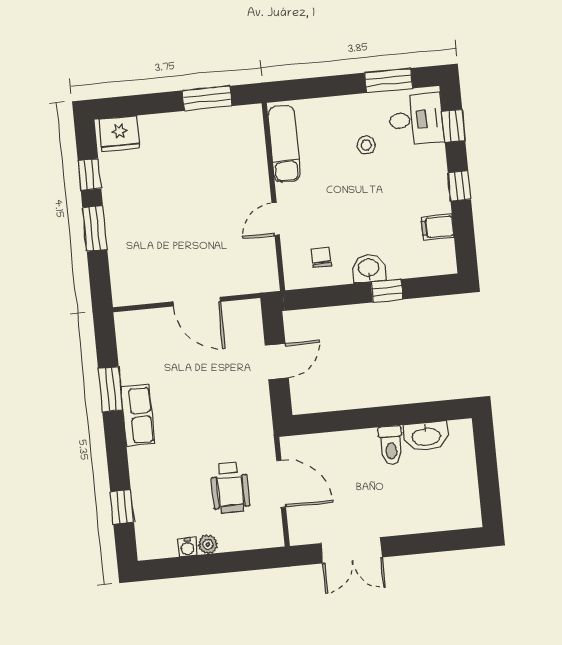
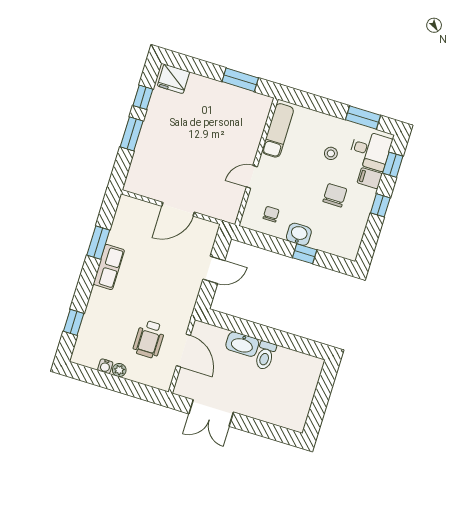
chair: (394, 198) -> (335, 195), added
filing cabinet: (438, 227) -> (370, 178), moved
door: (197, 302) -> (178, 209), hinge flipped
washbasin: (426, 436) -> (242, 344), moved

